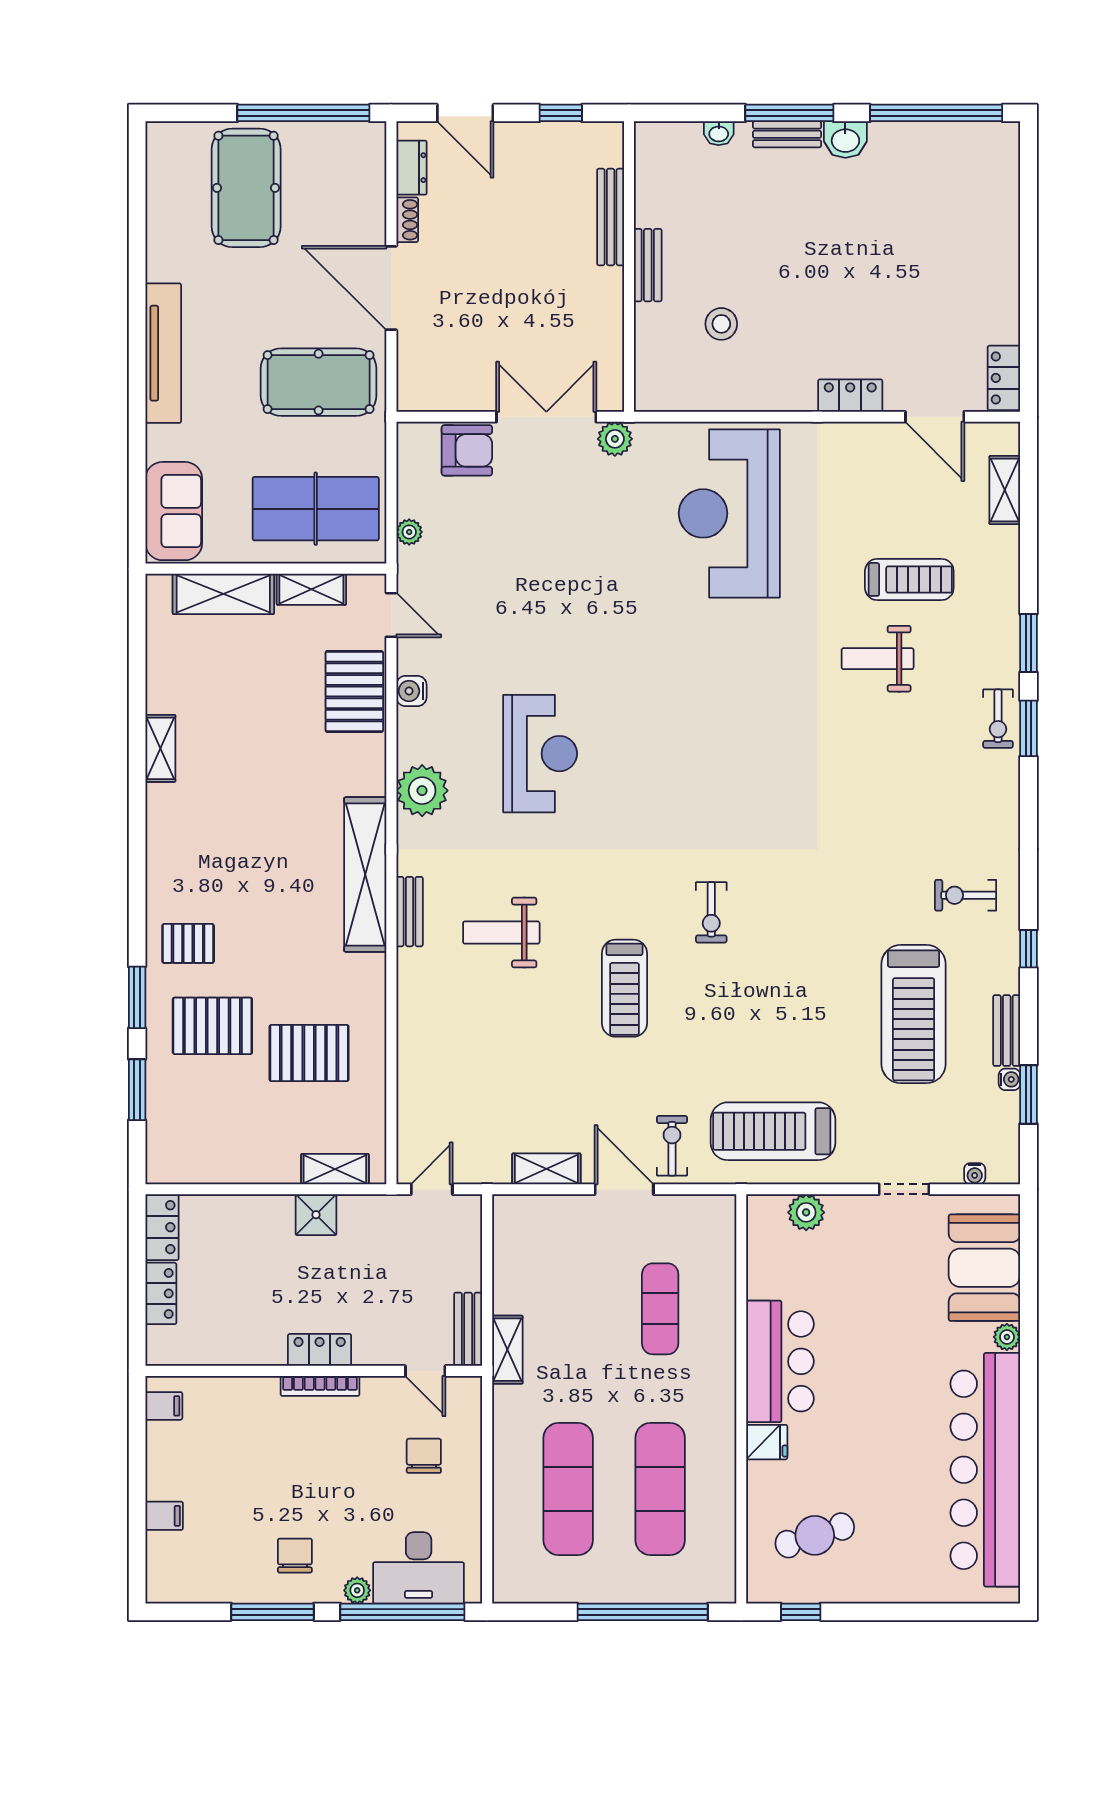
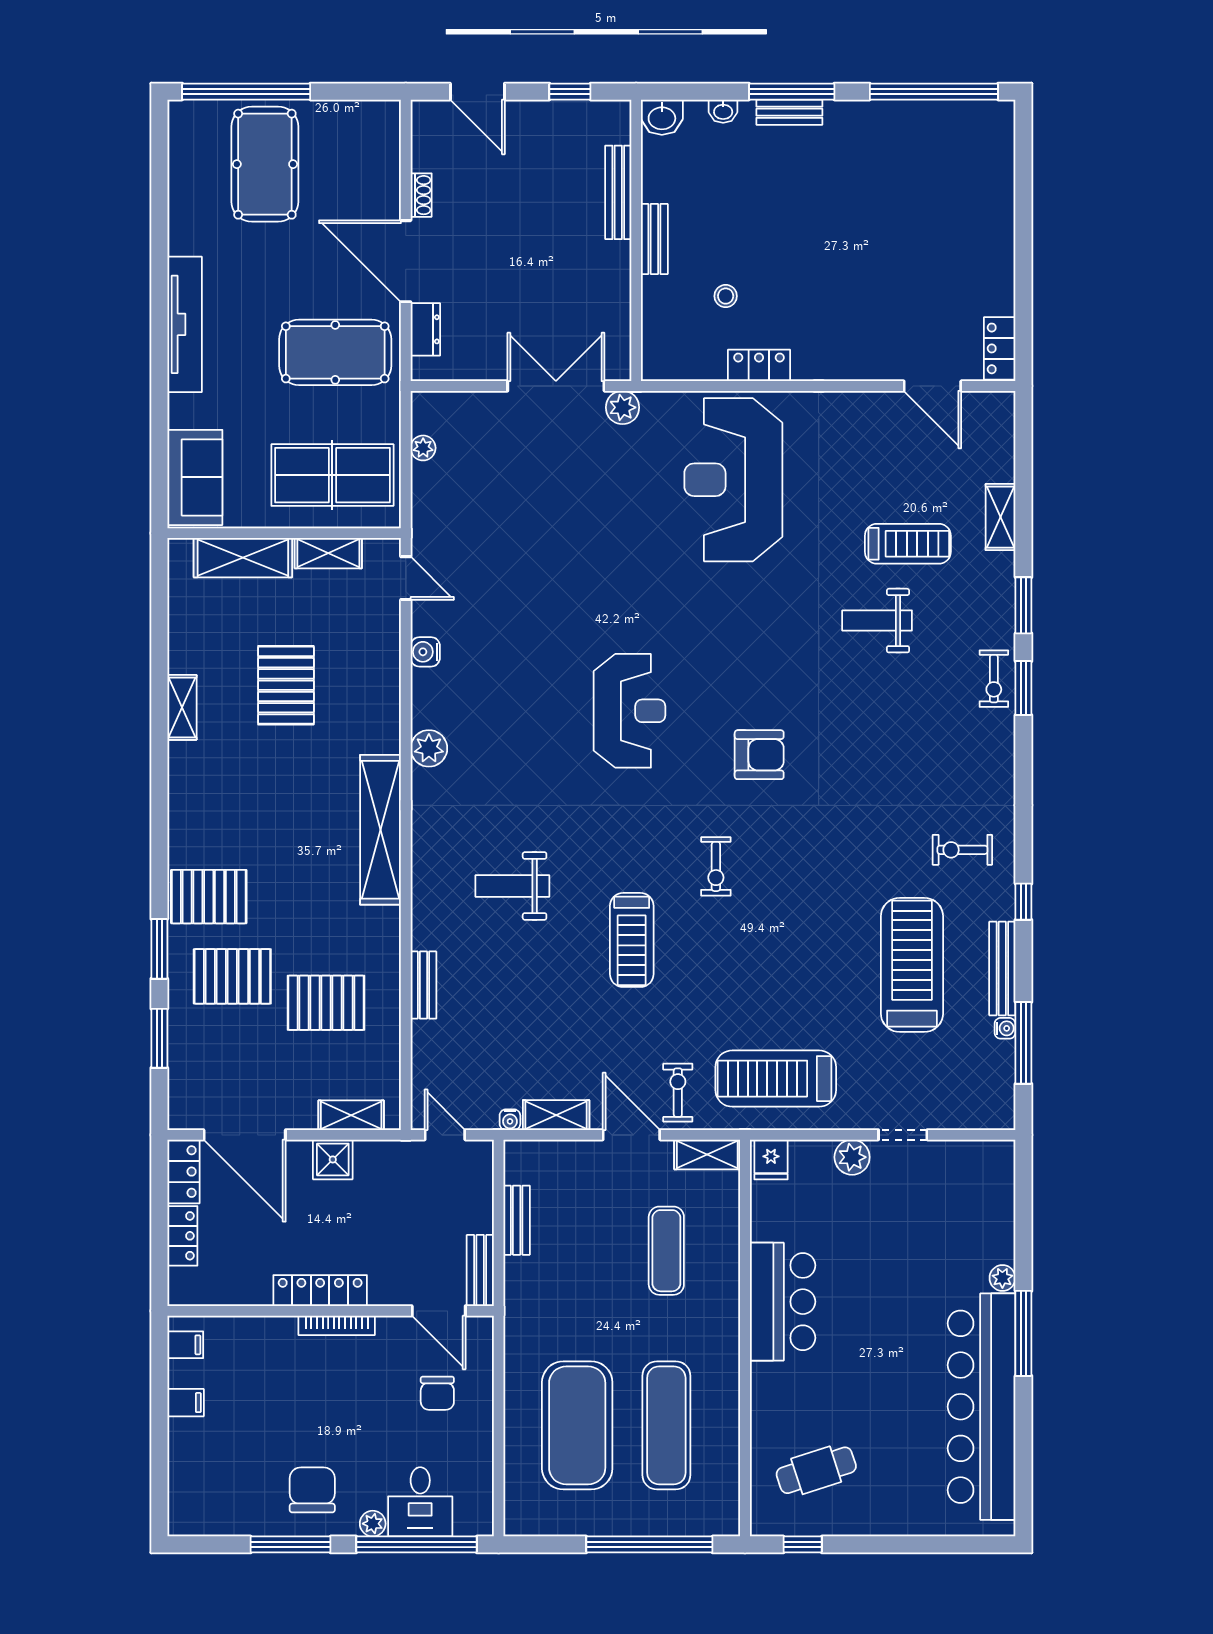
window: (303, 113) -> (246, 92), moved
washbasin: (845, 139) -> (662, 117), moved
dresser: (412, 168) -> (425, 329), moved
stool: (721, 324) -> (726, 296), width x0.73, depth x0.73
locker: (850, 396) -> (759, 365), moved
armchair: (467, 450) -> (759, 755), moved
shelving: (1005, 490) -> (1000, 517), moved
plant: (409, 532) -> (423, 448), moved
pallet: (354, 692) -> (286, 685), moved
reception desk: (540, 754) -> (630, 711), moved
plant: (422, 791) -> (429, 748), width x0.73, depth x0.73
bench: (410, 912) -> (423, 985), moved
pallet: (188, 943) -> (209, 897), width x1.50, depth x1.42
treadmill: (914, 1014) -> (912, 965), turned 180
bench: (1007, 1031) -> (1002, 968), width x1.36
window: (1028, 1094) -> (1023, 1043), width x1.44
water cooler: (975, 1174) -> (510, 1120), moved
door: (225, 1189) -> (245, 1135), added
door: (432, 1189) -> (445, 1135), hinge flipped
plant: (806, 1212) -> (852, 1157), moved
booth: (984, 1268) -> (981, 1211), removed
bench: (506, 1277) -> (517, 1220), added
locker: (320, 1350) -> (320, 1291), width x1.53
shelving: (507, 1350) -> (707, 1154), moved, turned 90
door: (425, 1371) -> (439, 1311), width x1.38
window: (1028, 1394) -> (1023, 1333), added
fridge: (767, 1442) -> (771, 1160), moved, turned 90
chair: (424, 1456) -> (437, 1393), turned 180
exercise mat: (568, 1489) -> (577, 1425), width x1.47
filing cabinet: (164, 1516) -> (186, 1403), moved
chair: (295, 1556) -> (312, 1490), width x1.37, depth x1.37
desk: (419, 1568) -> (420, 1502), width x0.73

